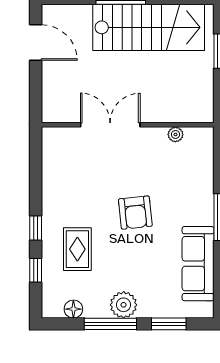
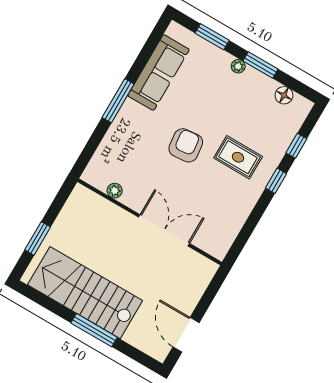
double door: (110, 125) -> (164, 230), swing flipped
rug: (77, 249) -> (238, 157), moved, turned 90
plant: (124, 305) -> (238, 66), width x0.53, depth x0.53
window: (110, 324) -> (261, 65), width x0.69

